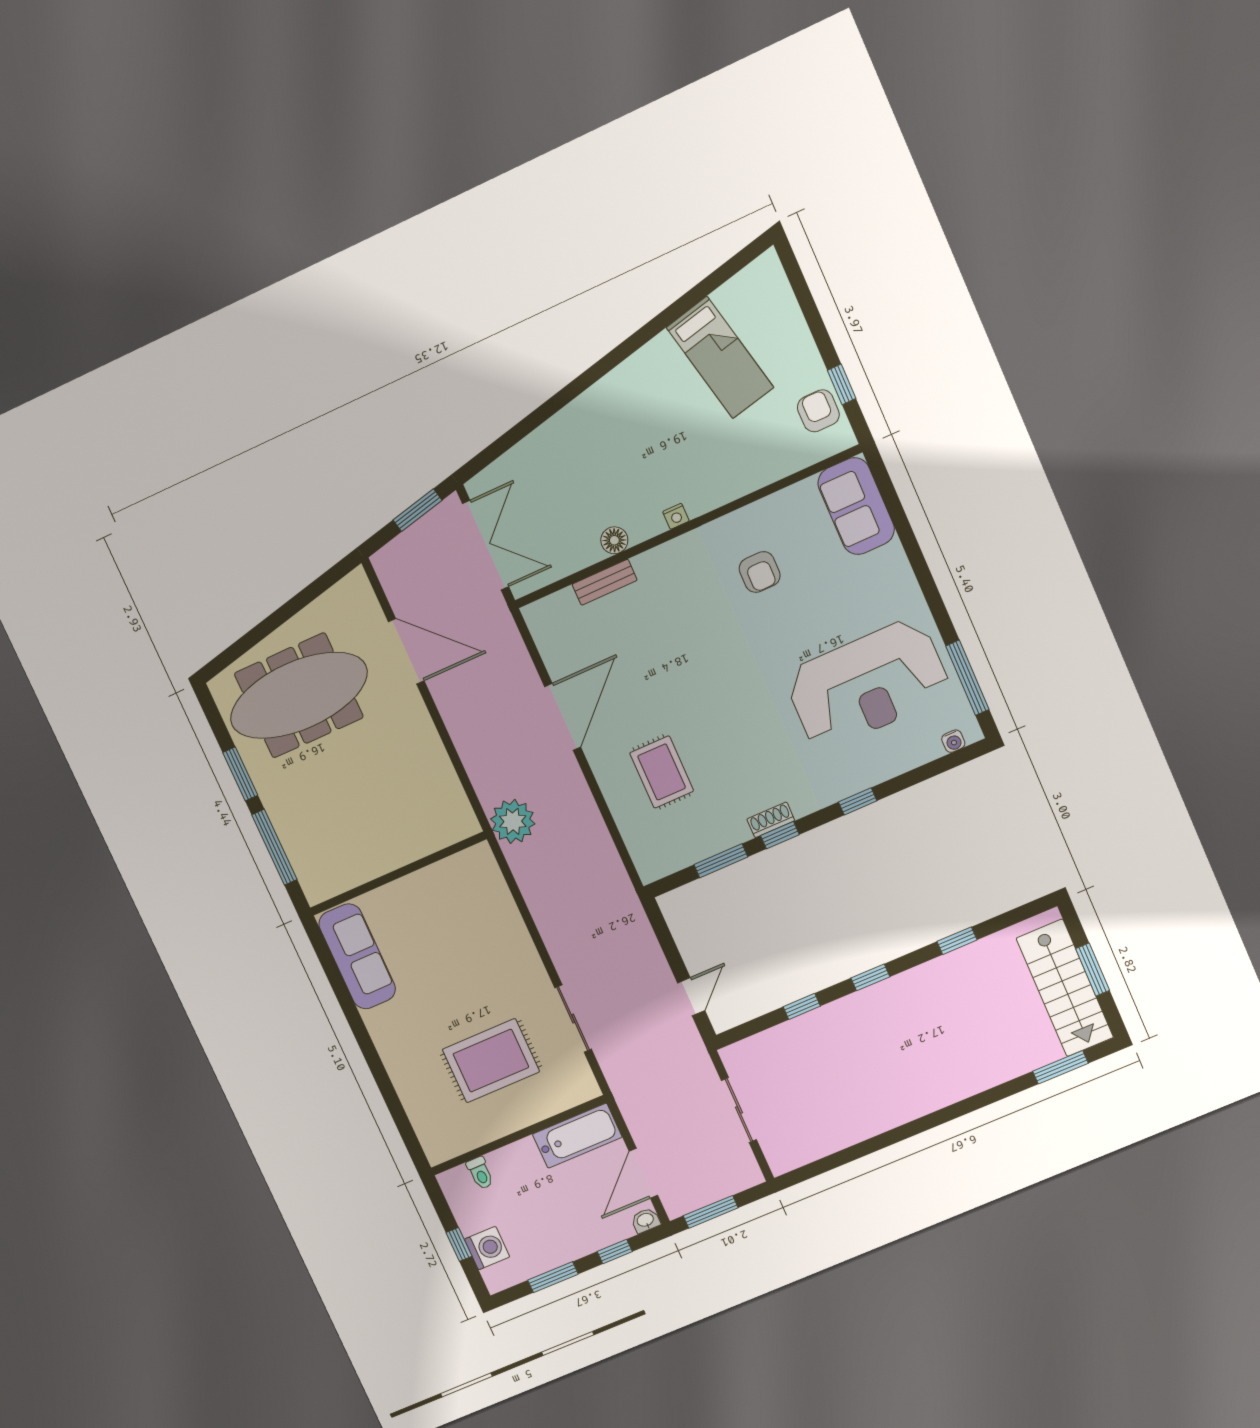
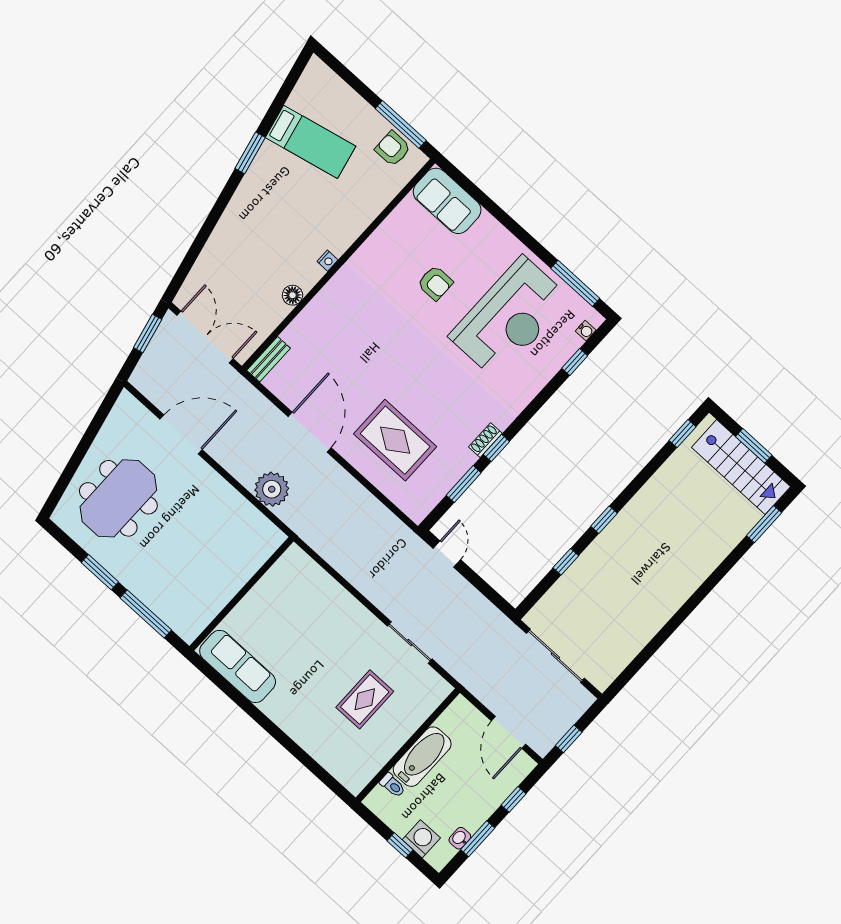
window: (639, 339) -> (250, 153), added
window: (842, 384) -> (401, 124), width x2.17
armchair: (760, 572) -> (435, 283), moved
bench: (605, 582) -> (269, 359), moved
meeting table: (299, 695) -> (118, 498), width x0.73
rug: (662, 772) -> (395, 440), width x1.36, depth x1.43
window: (858, 801) -> (575, 362), moved
plant: (513, 821) -> (272, 489), moved
window: (957, 941) -> (682, 434), moved
door: (691, 997) -> (447, 554), moved
rug: (491, 1061) -> (365, 699), width x0.73, depth x0.70
sliding door: (739, 1110) -> (555, 656), width x1.37
bathtub: (577, 1136) -> (422, 757), moved
window: (711, 1212) -> (569, 739), width x0.67
washbasin: (645, 1220) -> (460, 838), moved

